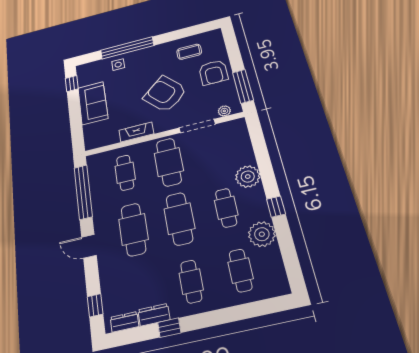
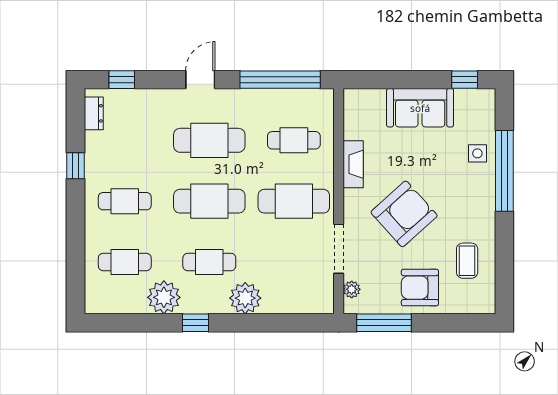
dresser: (154, 315) -> (95, 150), removed

